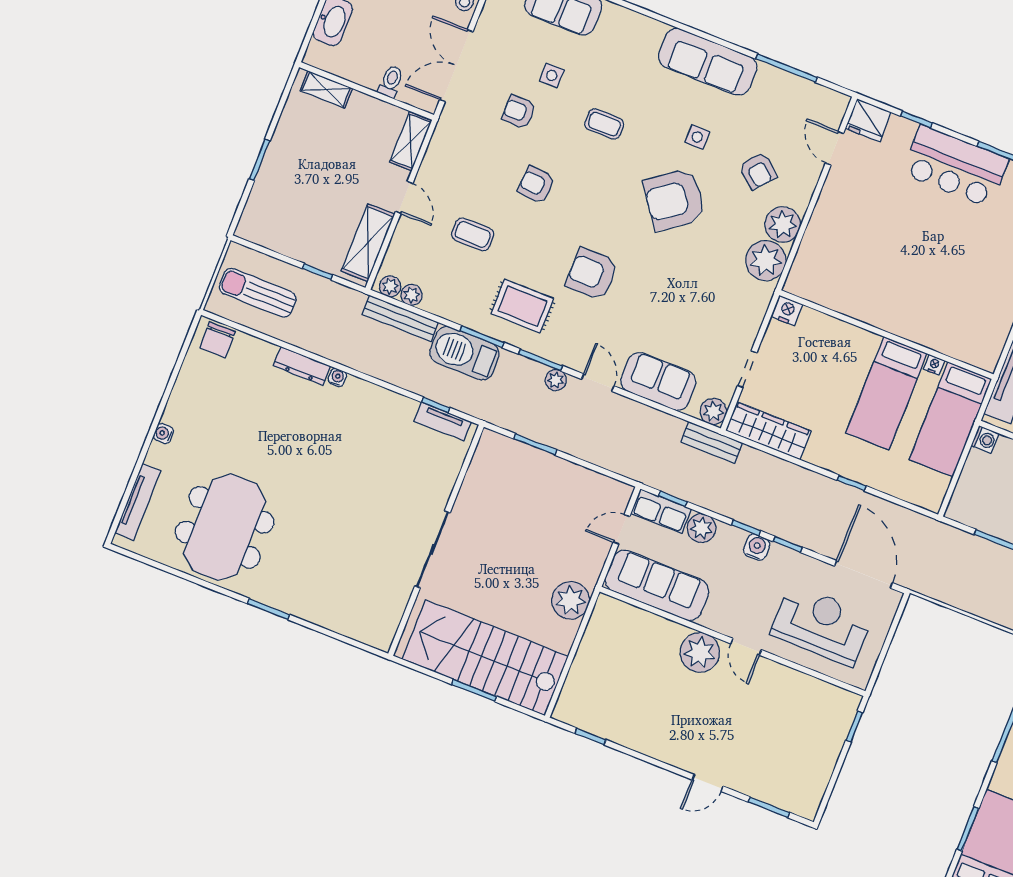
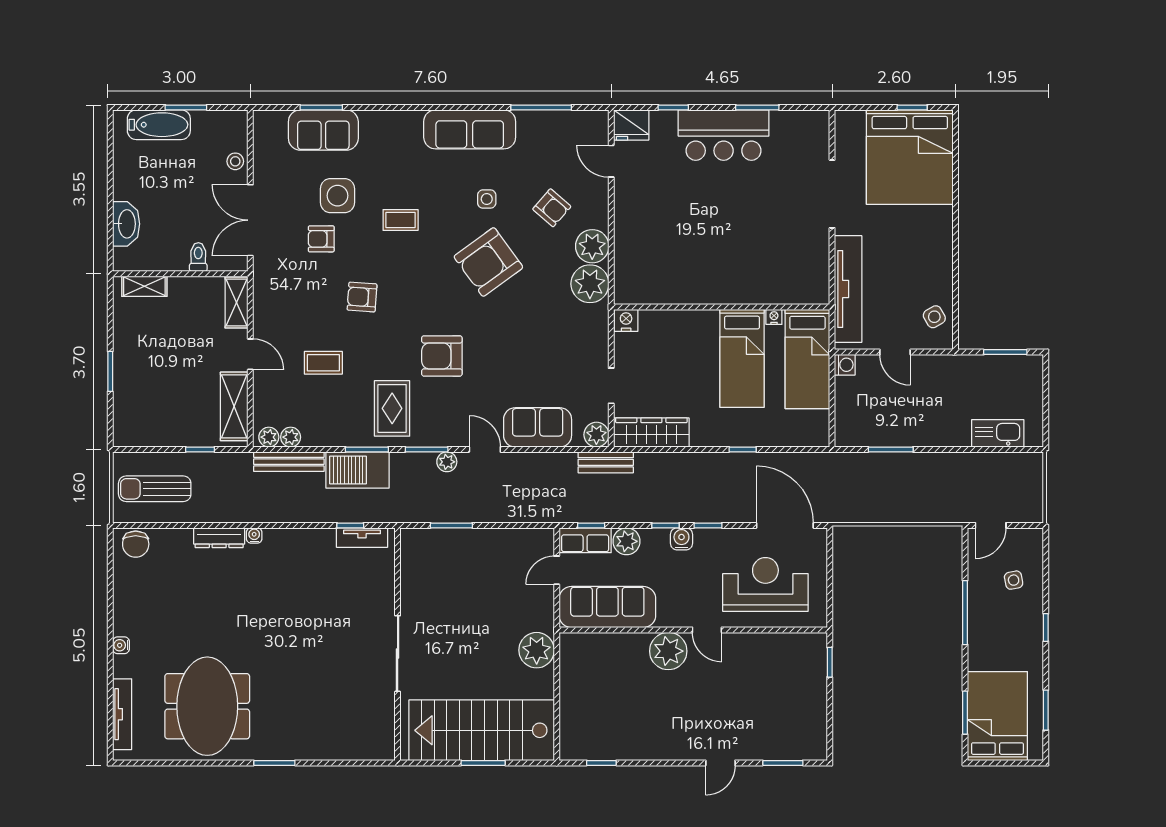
side table: (552, 75) -> (337, 196), width x1.87, depth x1.87
rug: (523, 306) -> (392, 408), turned 90

